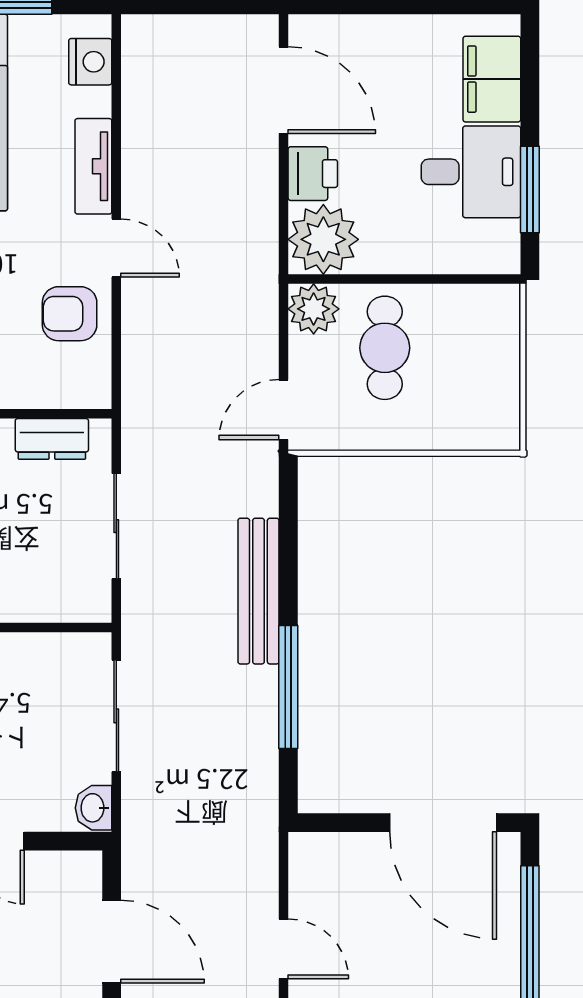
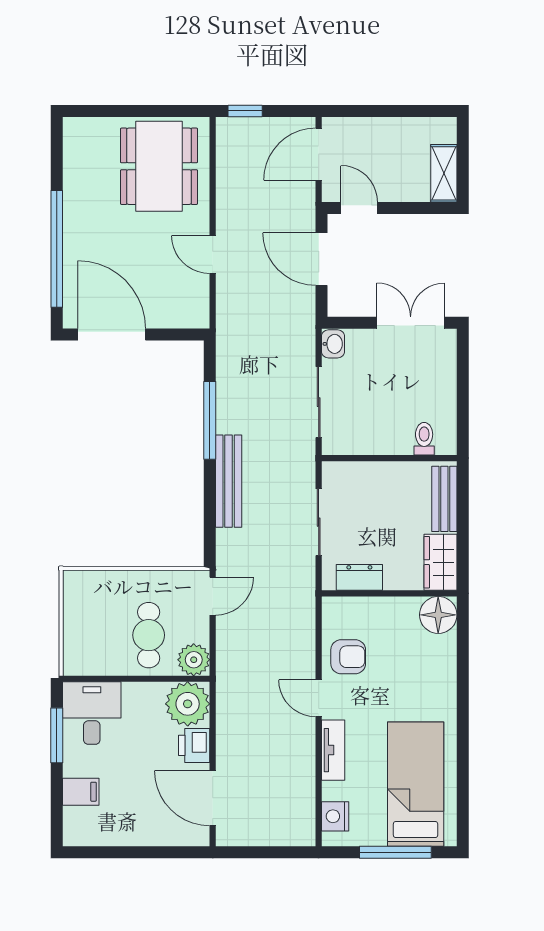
filing cabinet: (492, 79) -> (81, 792), width x0.50
desk: (471, 172) -> (92, 713), moved, turned 90

